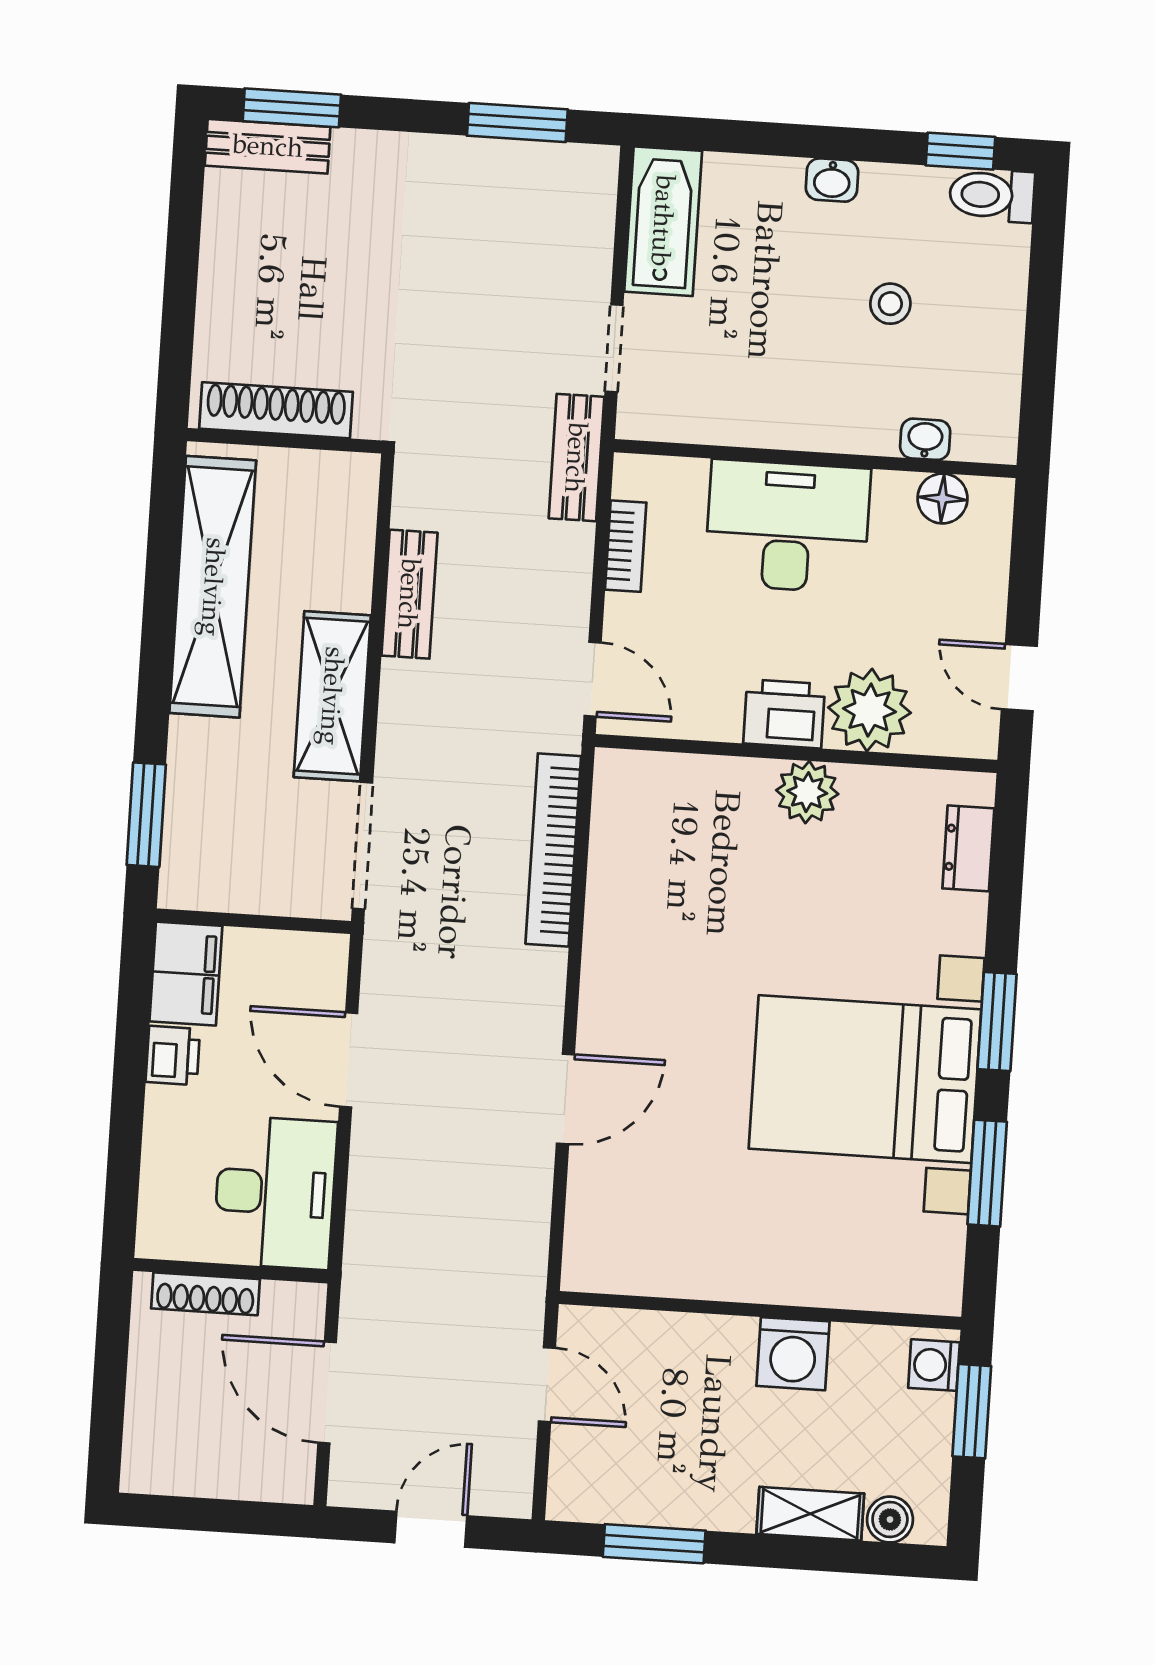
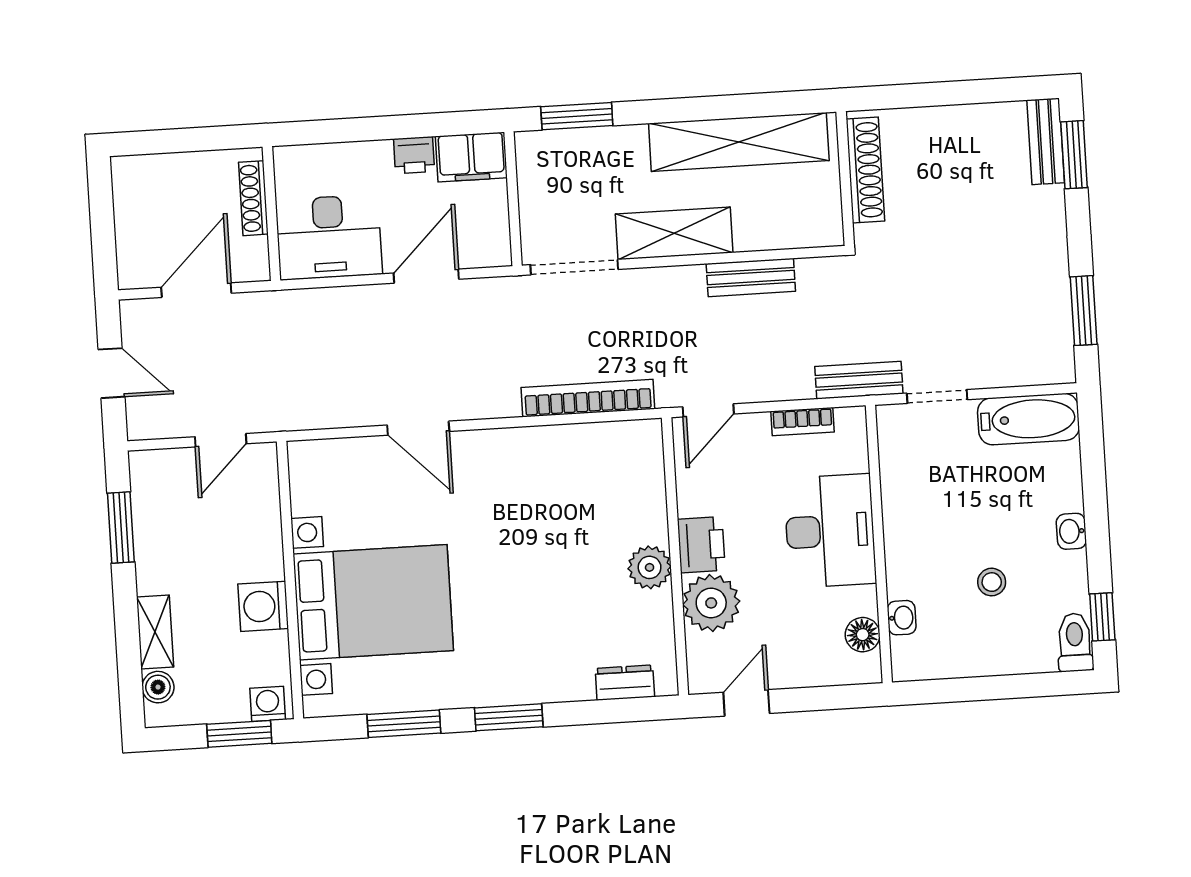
bed with nightstands: (865, 1079) -> (373, 602), moved, turned 90

